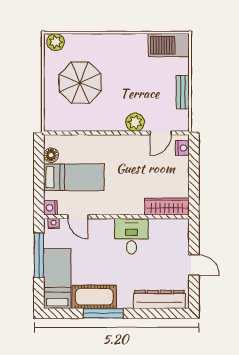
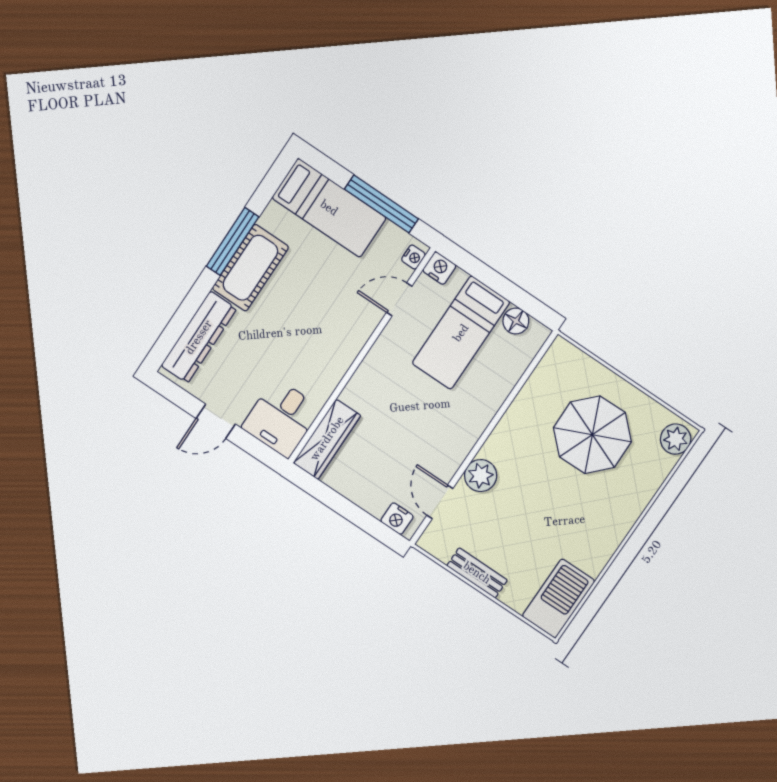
desk: (131, 236) -> (281, 418), moved, turned 90
cot: (94, 297) -> (250, 268), moved

